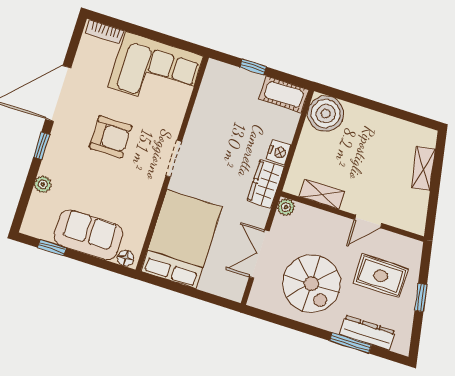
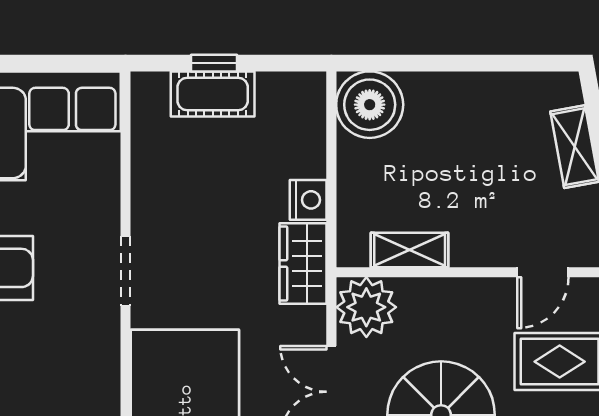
cot: (284, 94) -> (213, 94), moved
plant: (286, 207) -> (366, 307), width x1.88, depth x1.88
door: (368, 222) -> (543, 272), moved

